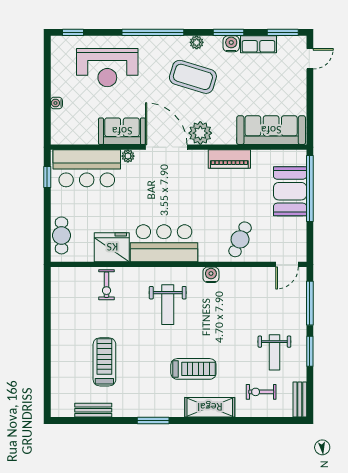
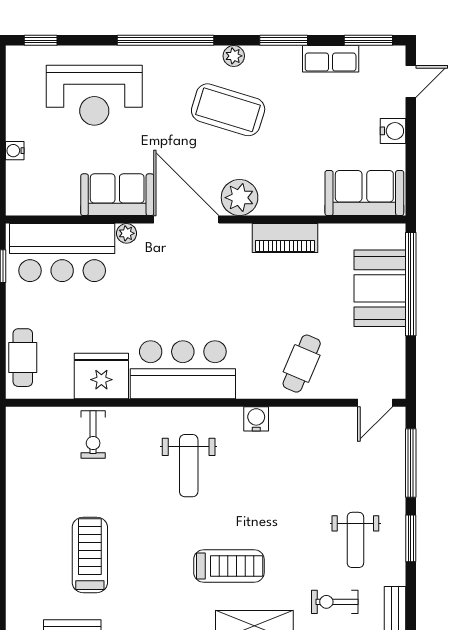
water cooler: (231, 44) -> (393, 131), moved, turned 90
sofa: (271, 130) -> (364, 193), width x0.73

